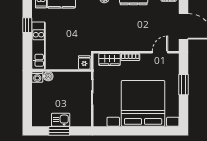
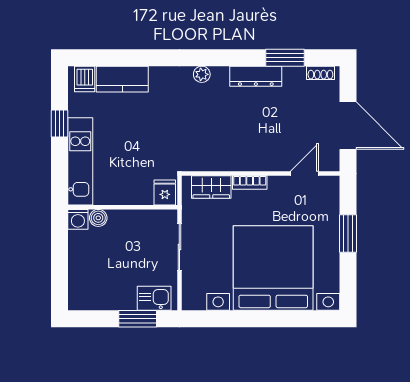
kitchen sink: (61, 120) -> (154, 298), moved
window: (59, 131) -> (138, 319), moved

